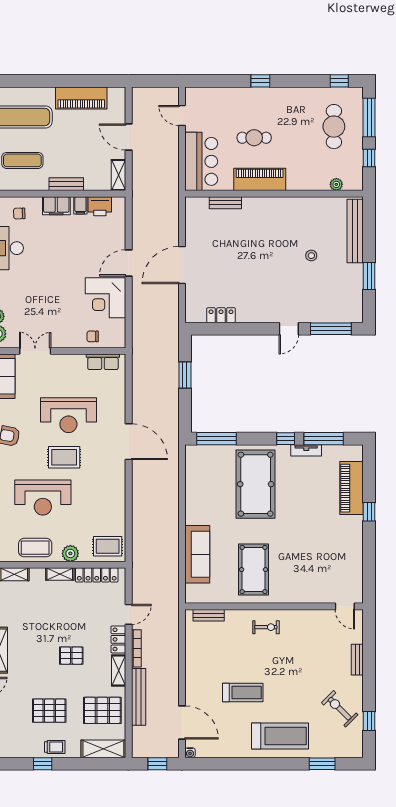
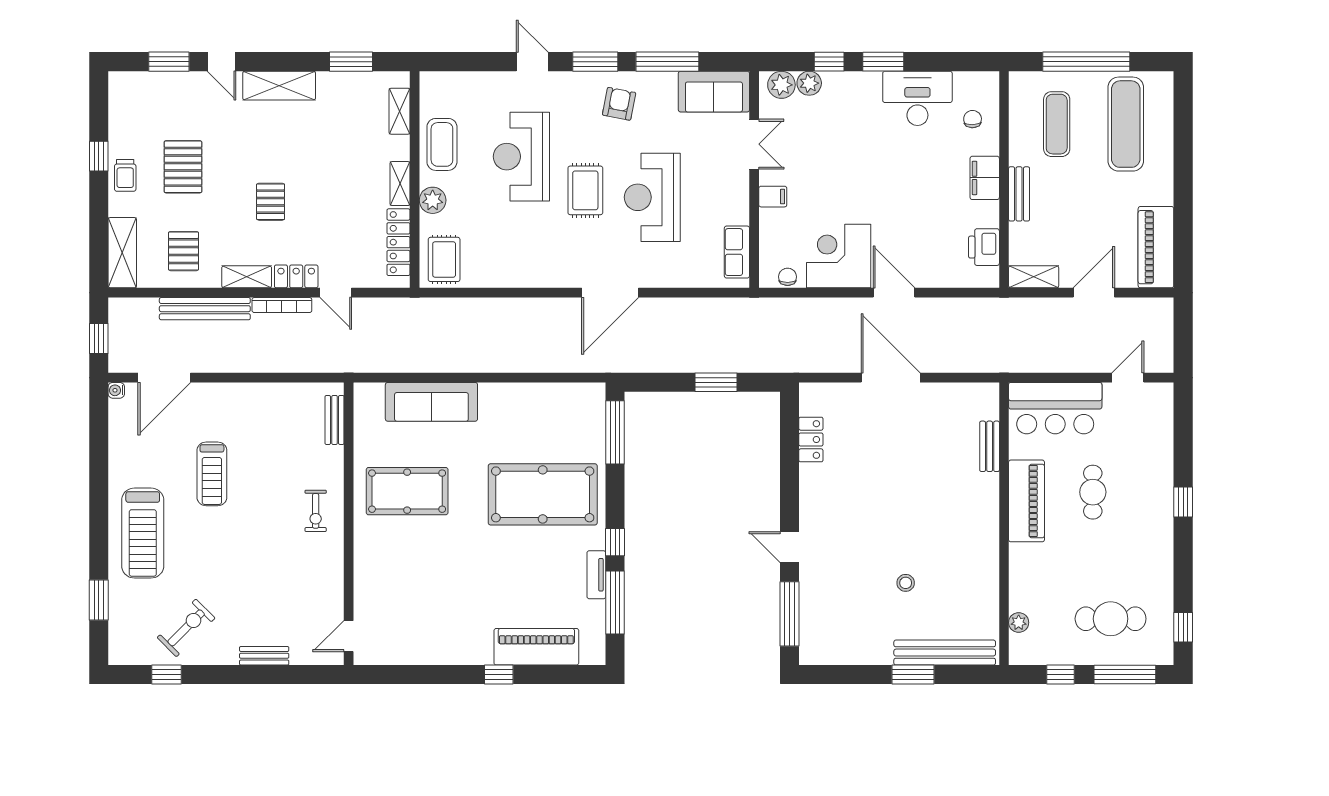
piano: (81, 98) -> (1156, 247), moved
filing cabinet: (80, 205) -> (773, 197), moved, turned 180
window: (369, 276) -> (913, 675), moved
chair: (93, 336) -> (788, 277), moved
pallet: (102, 710) -> (183, 251), width x0.67, depth x0.71

